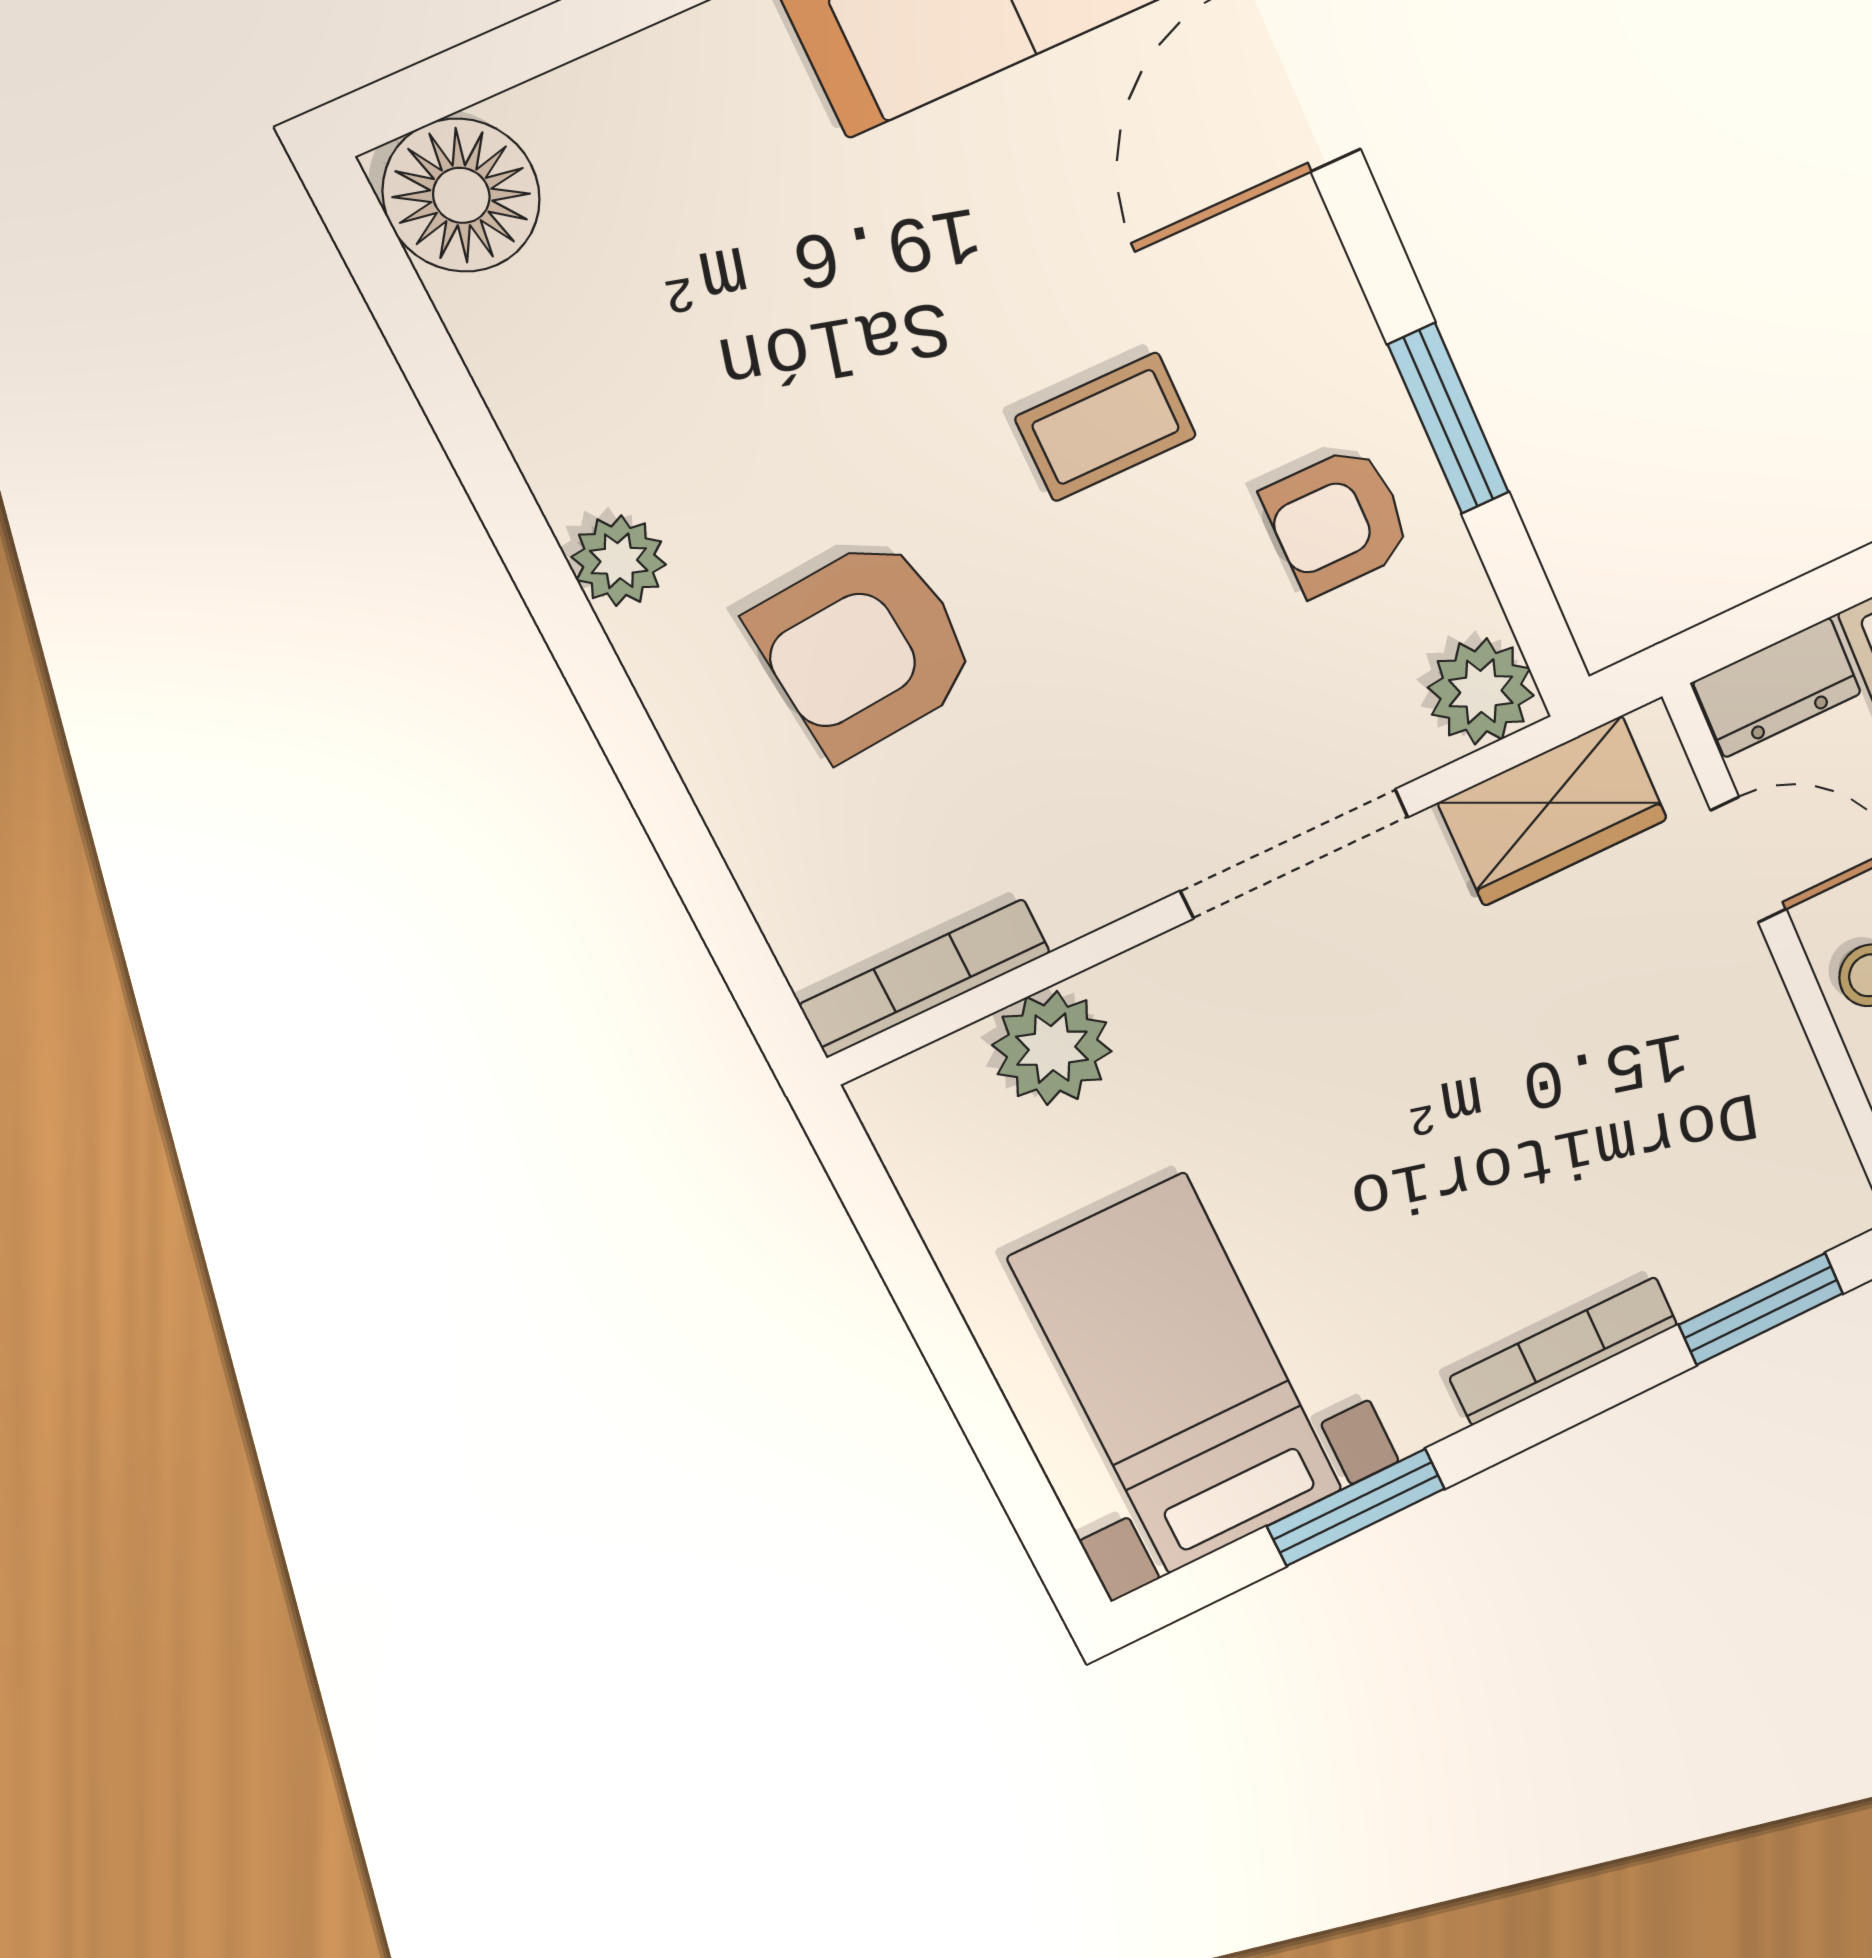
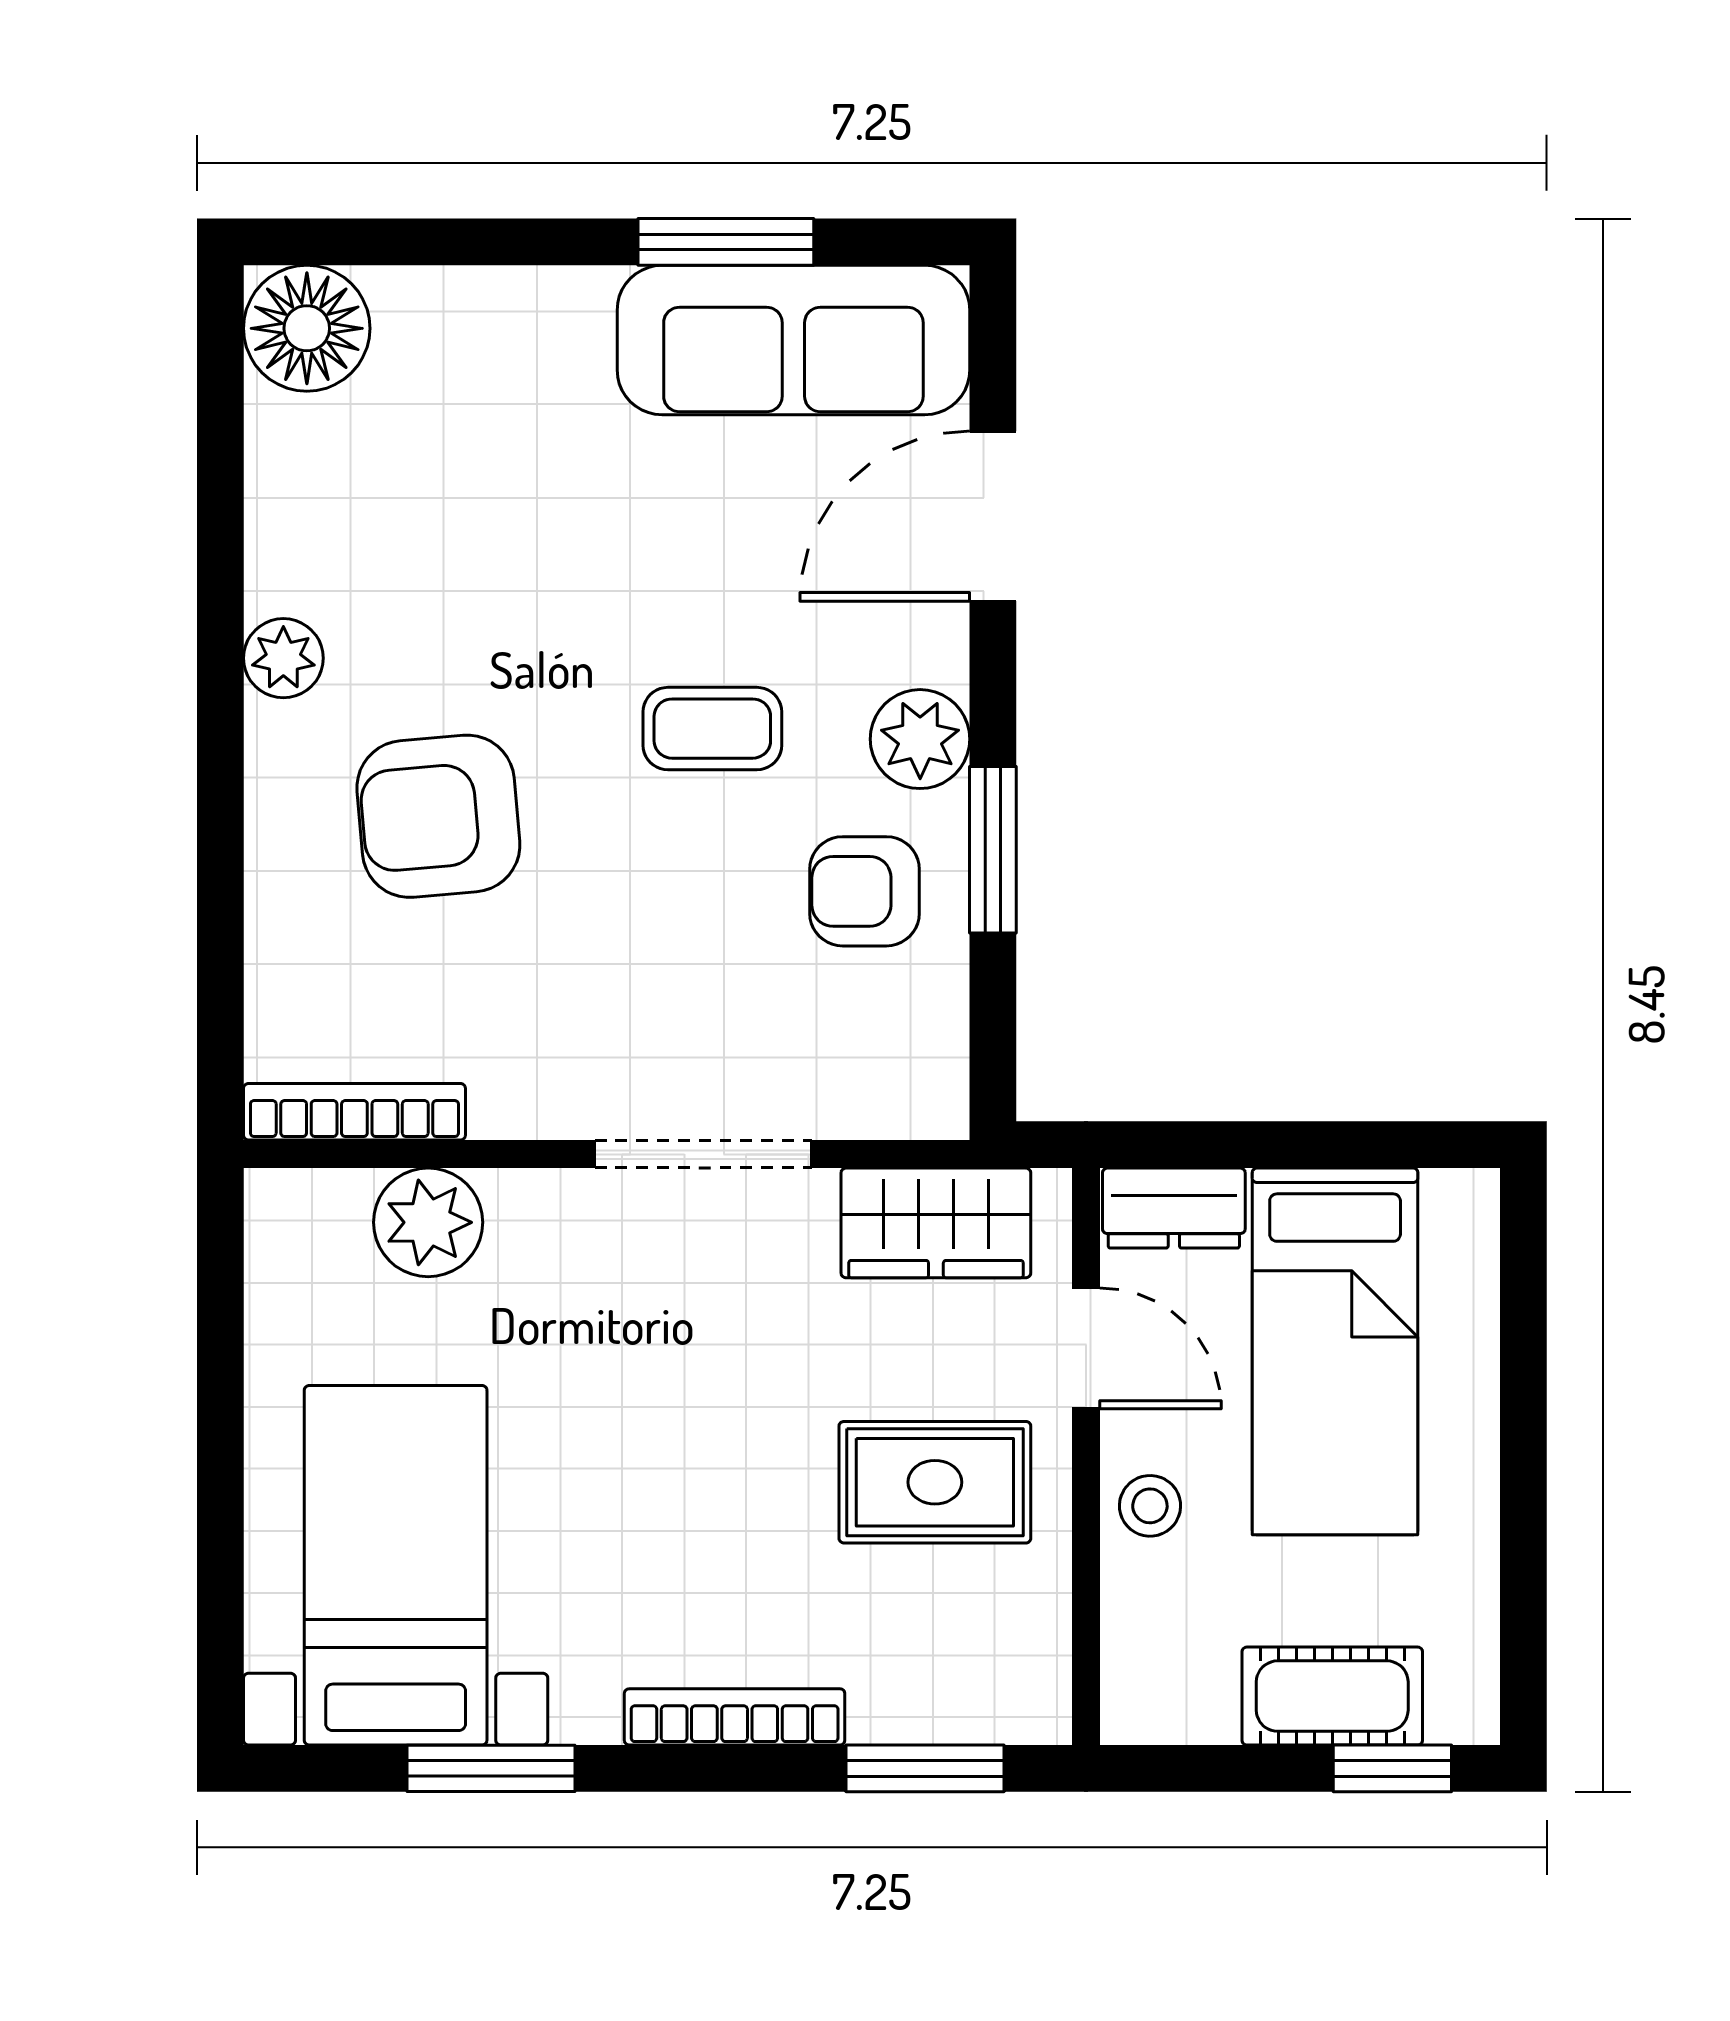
plant: (1481, 691) -> (920, 739), moved
rug: (1658, 1052) -> (935, 1482), added

